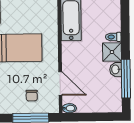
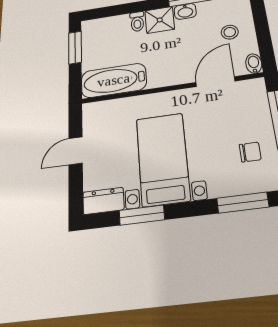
chair: (32, 96) -> (250, 152), moved
stool: (95, 96) -> (230, 32), added

